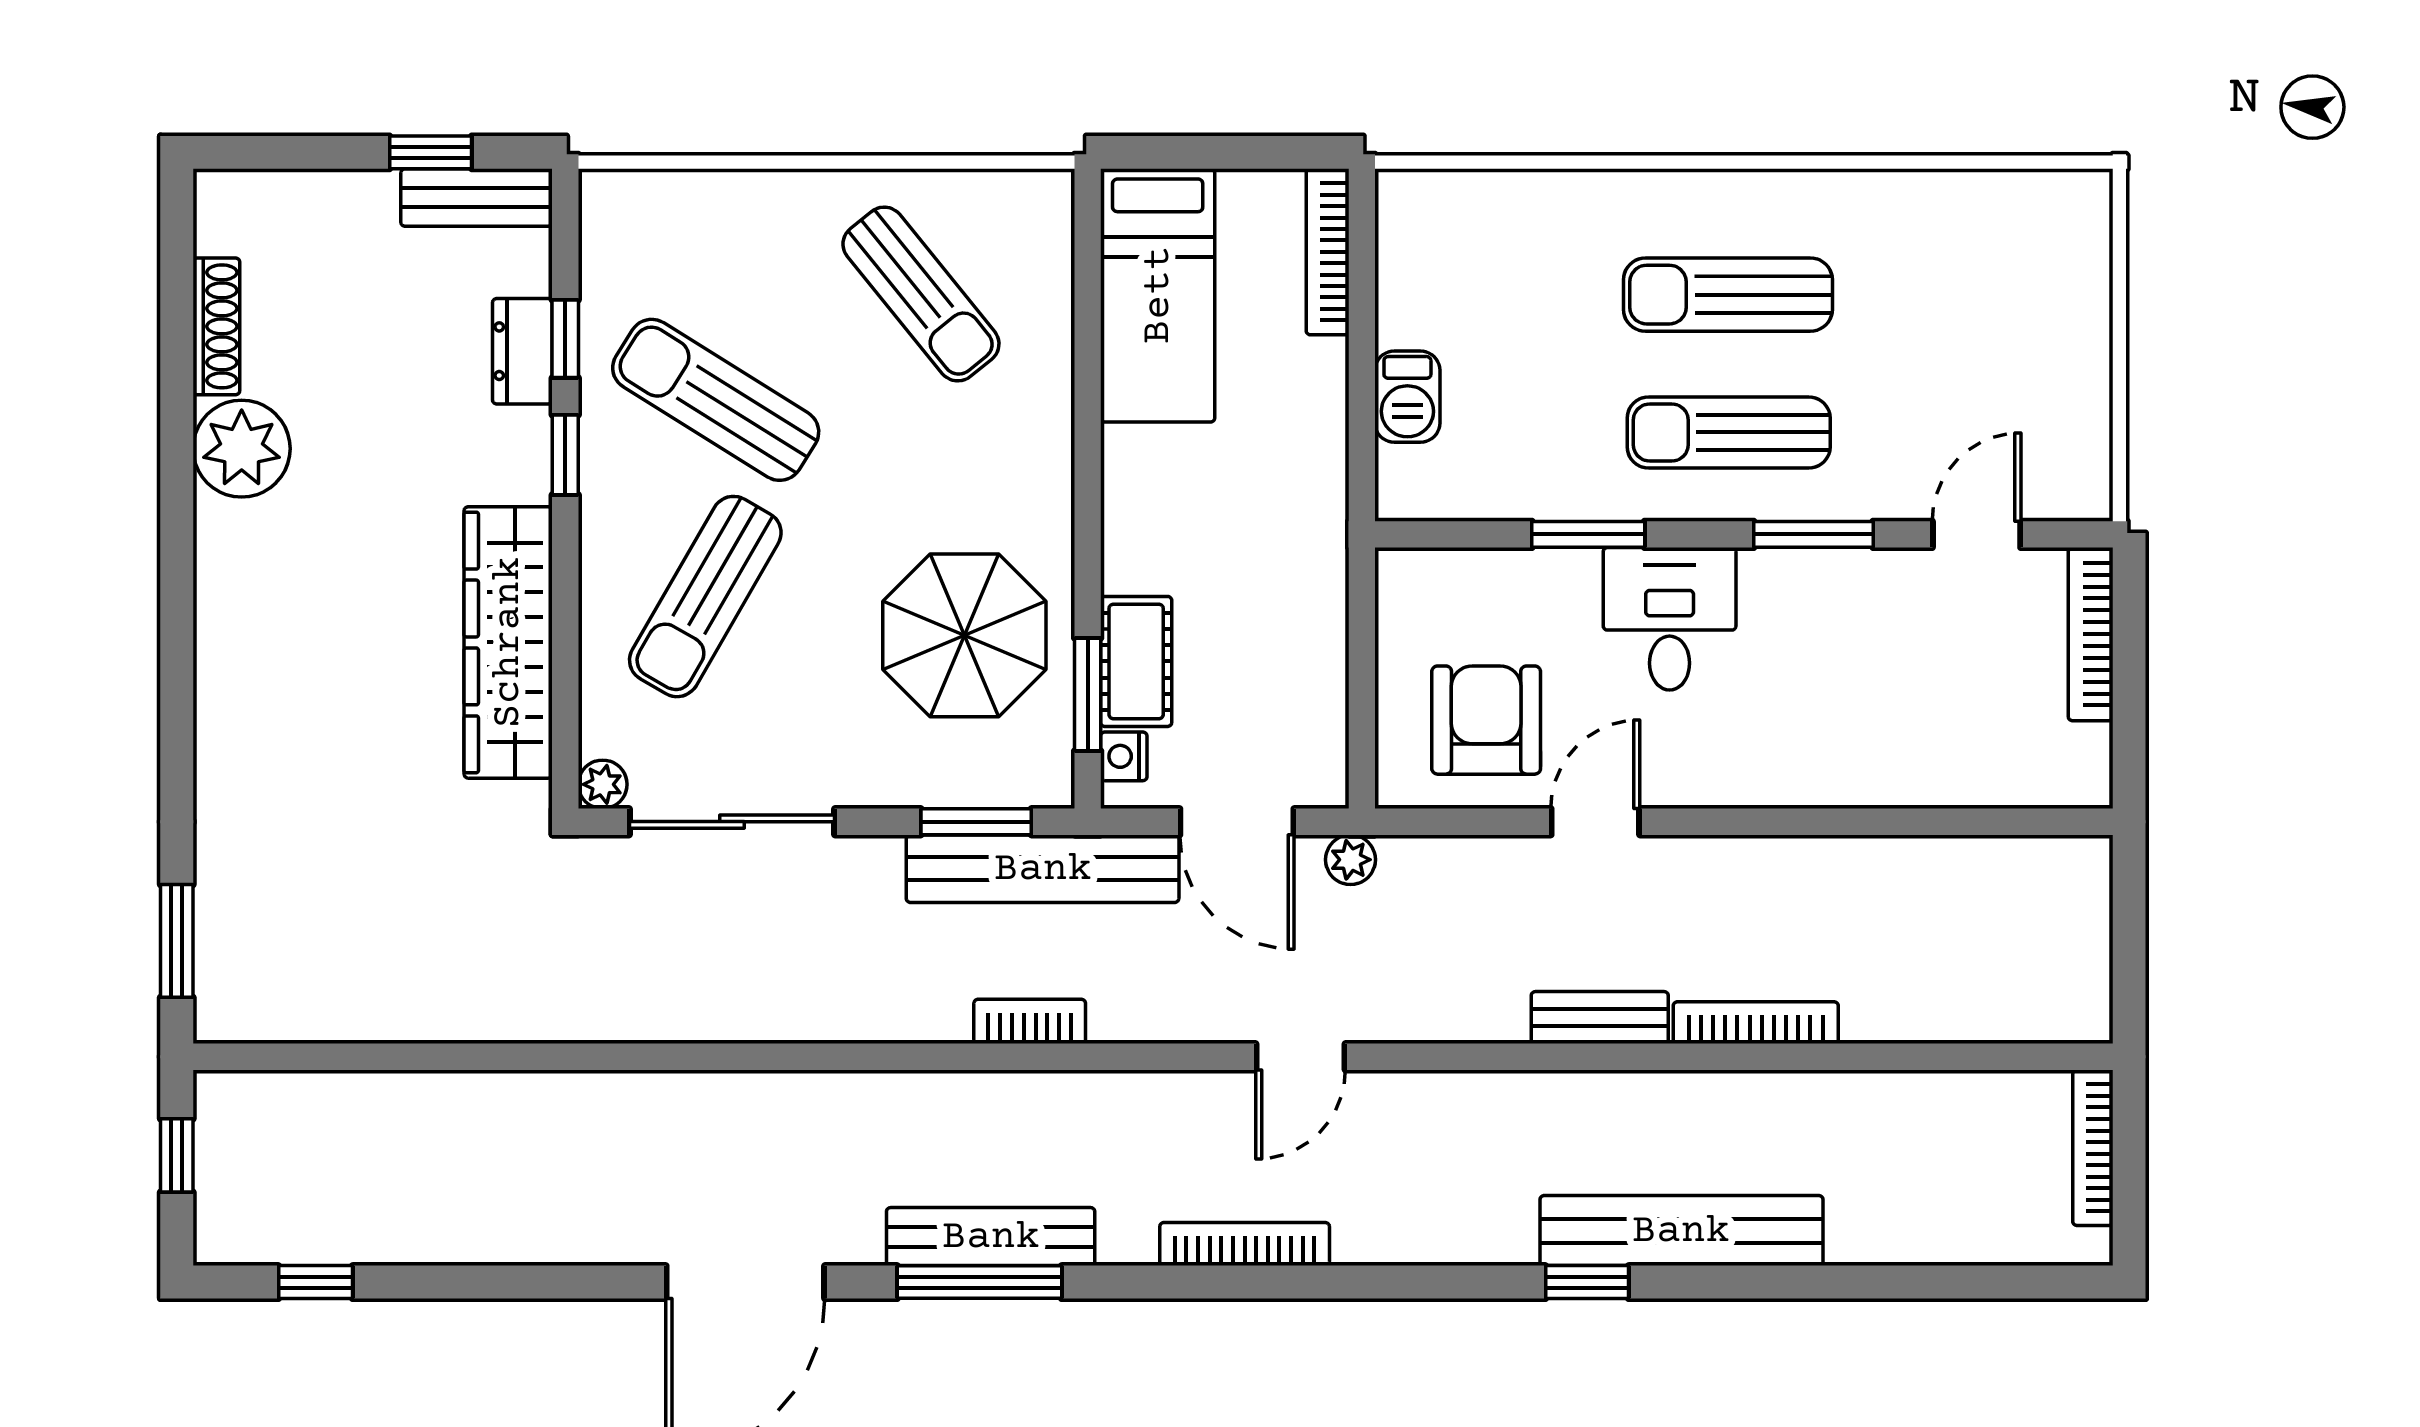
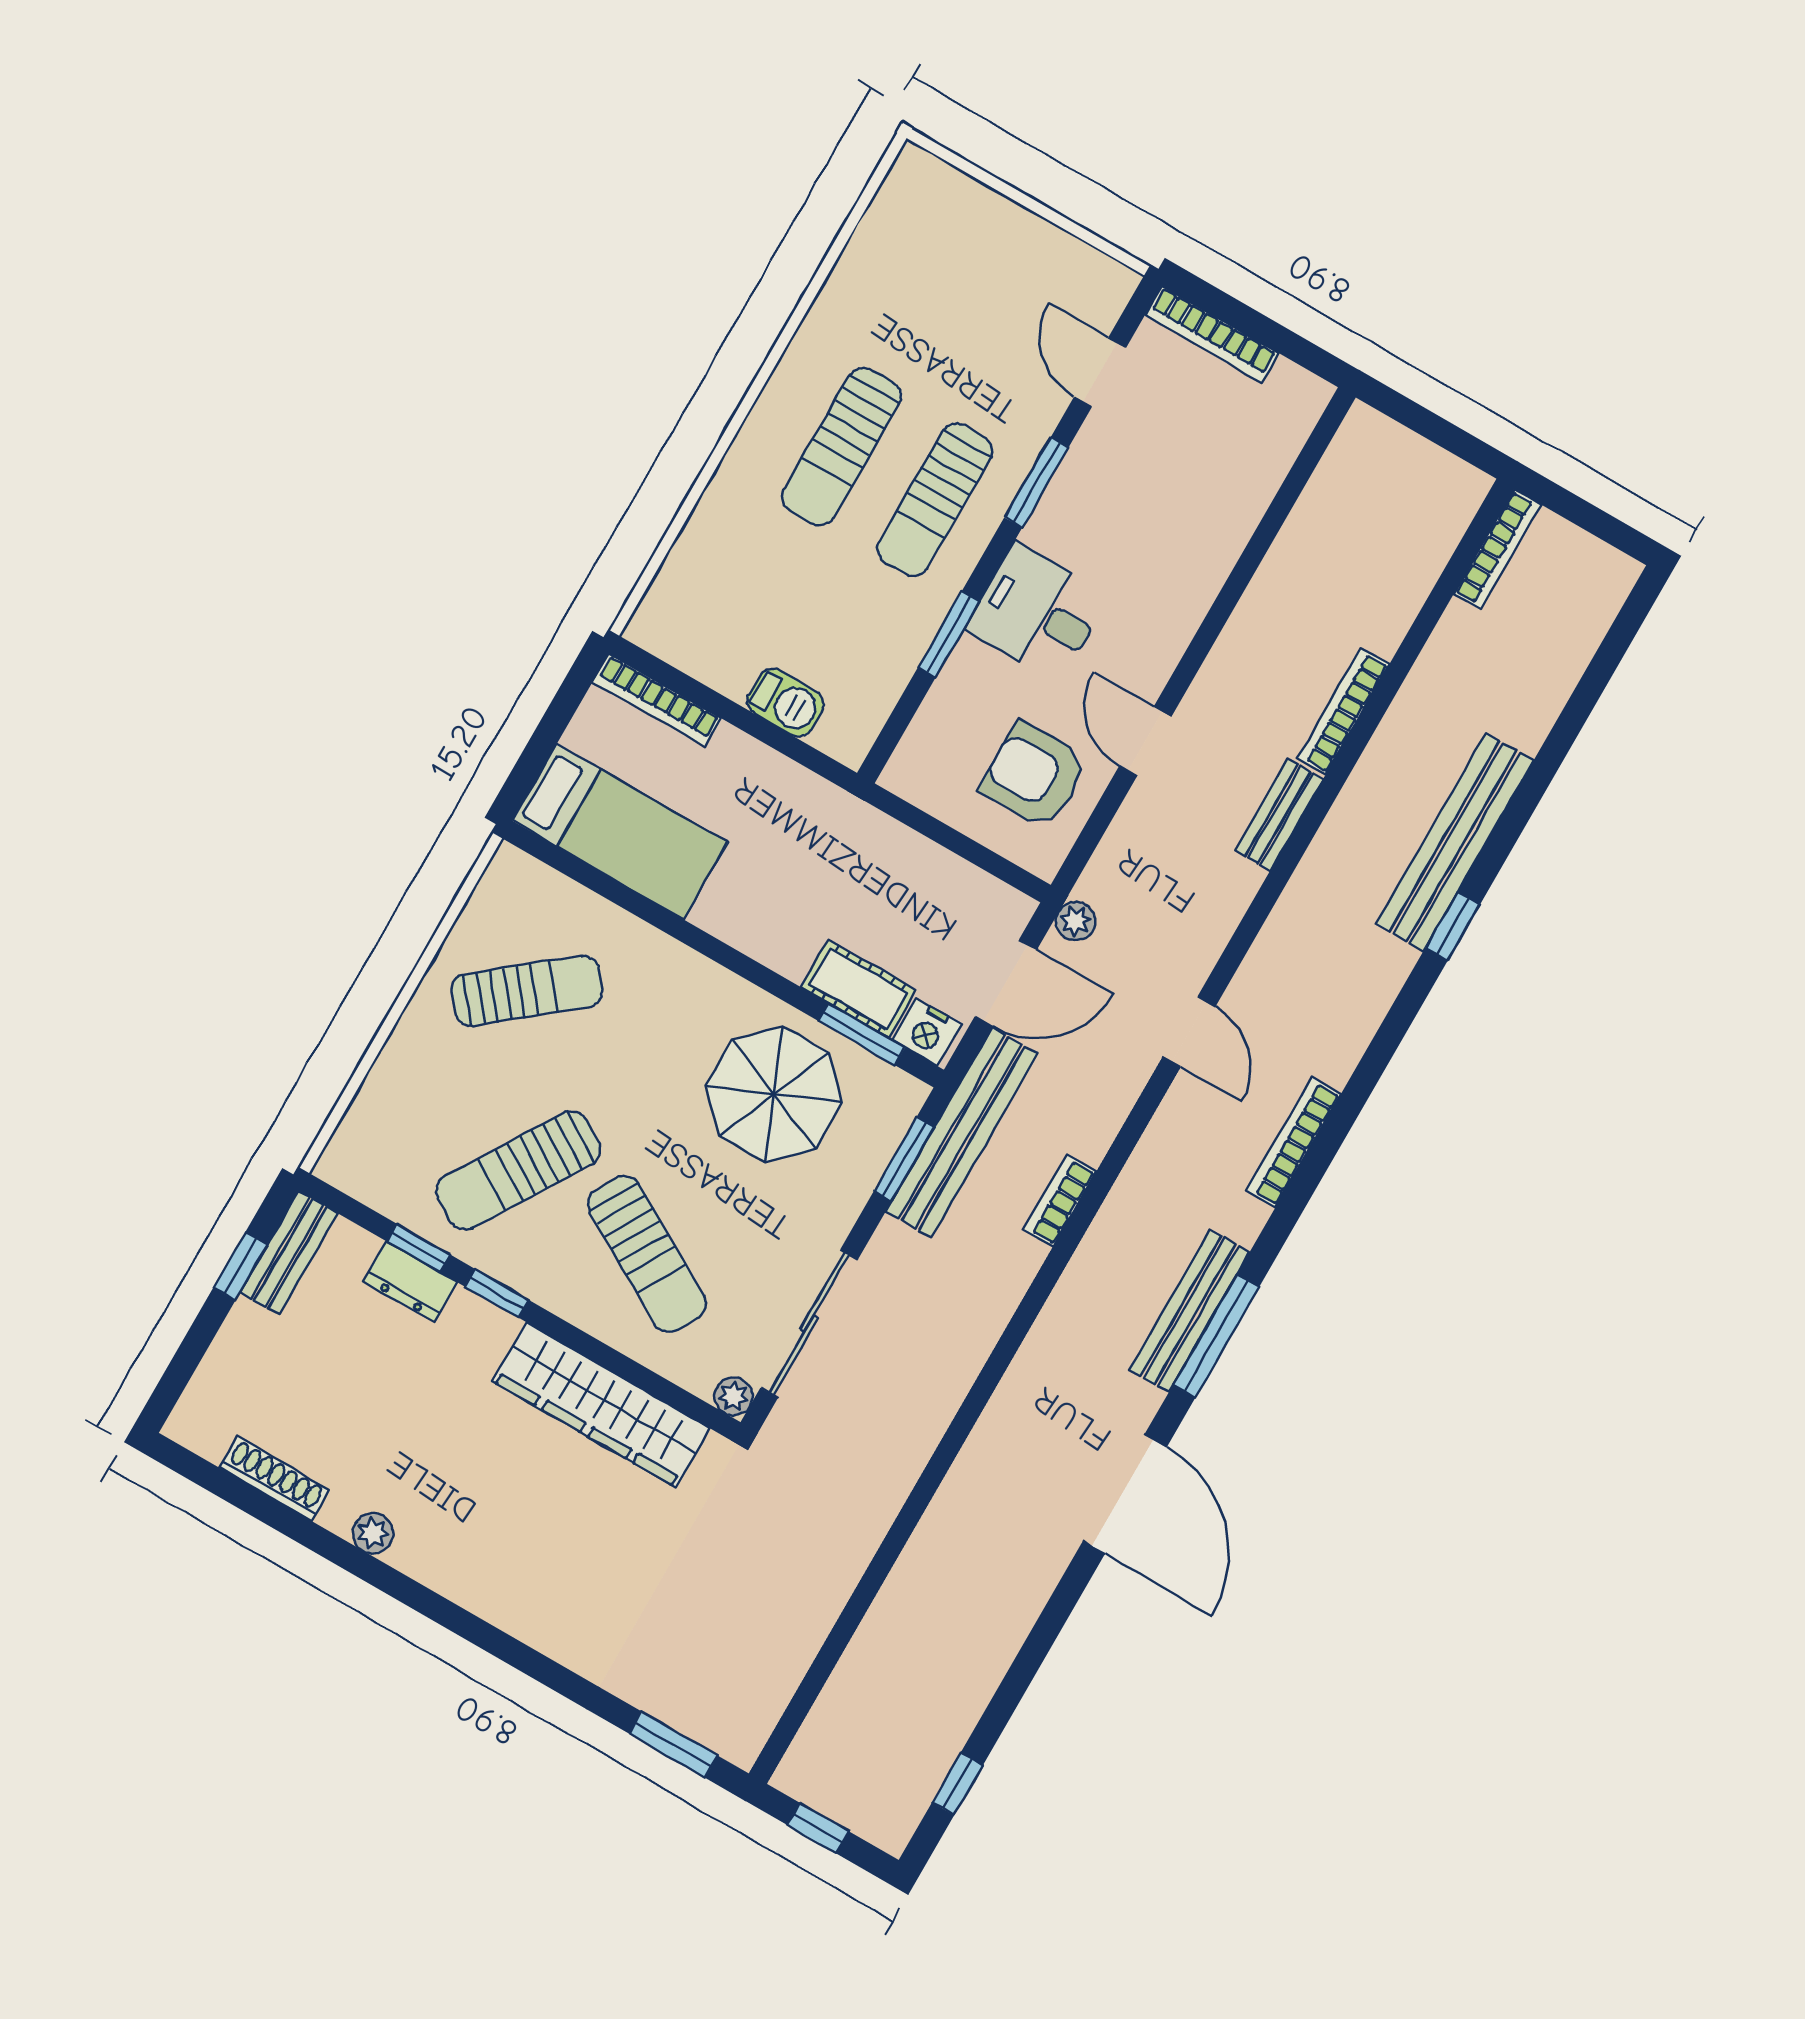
plant: (242, 449) -> (373, 1533), width x0.53, depth x0.53
nightstand: (1124, 756) -> (927, 1032), width x1.39, depth x1.35
bookcase: (2093, 1148) -> (1497, 549), moved, turned -90

